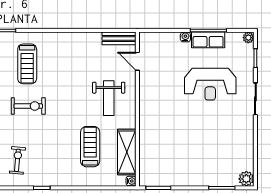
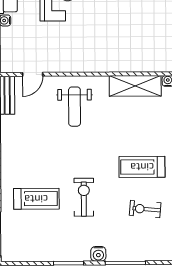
weight bench: (109, 98) -> (75, 107), turned 90
treadmill: (90, 147) -> (142, 167), moved

